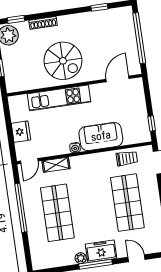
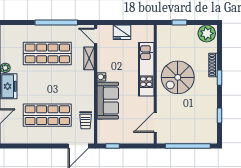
window: (16, 19) -> (219, 78), moved
door: (118, 79) -> (155, 122), swing flipped

